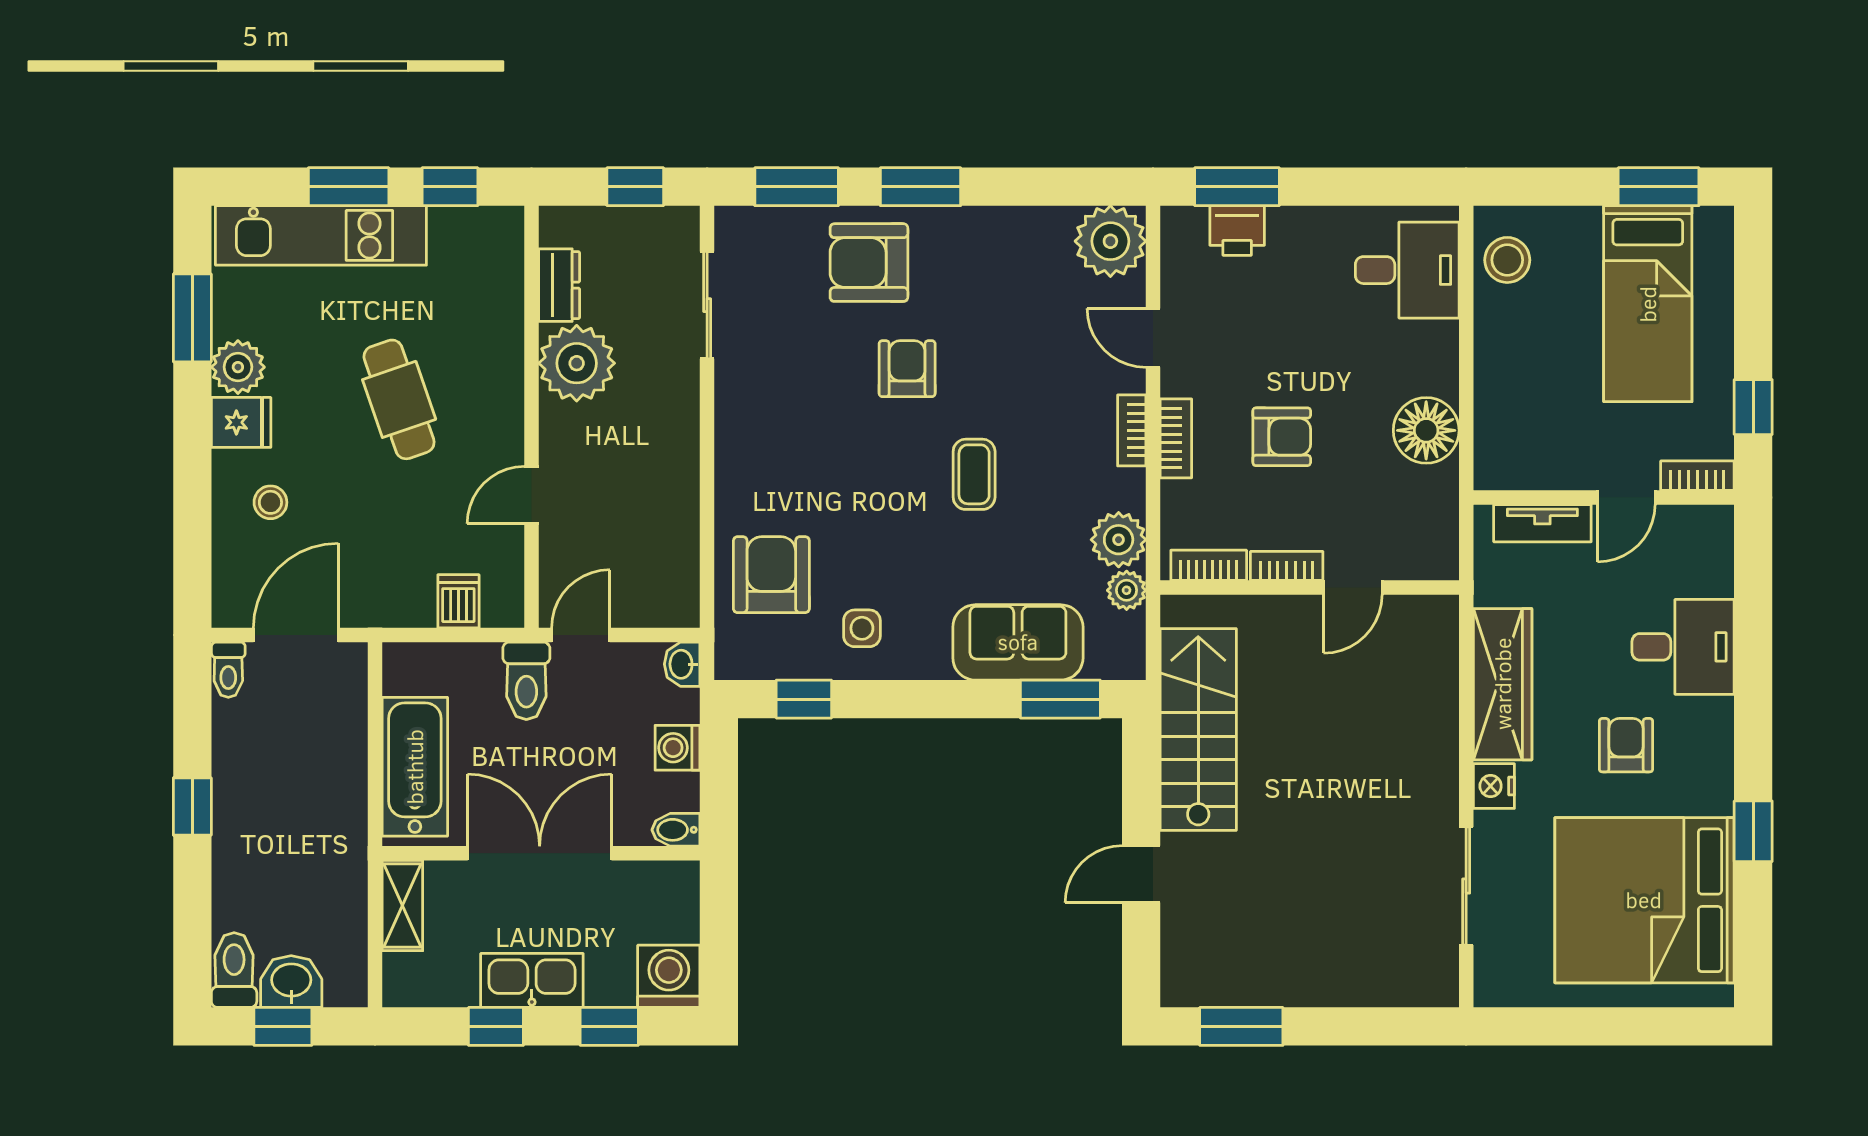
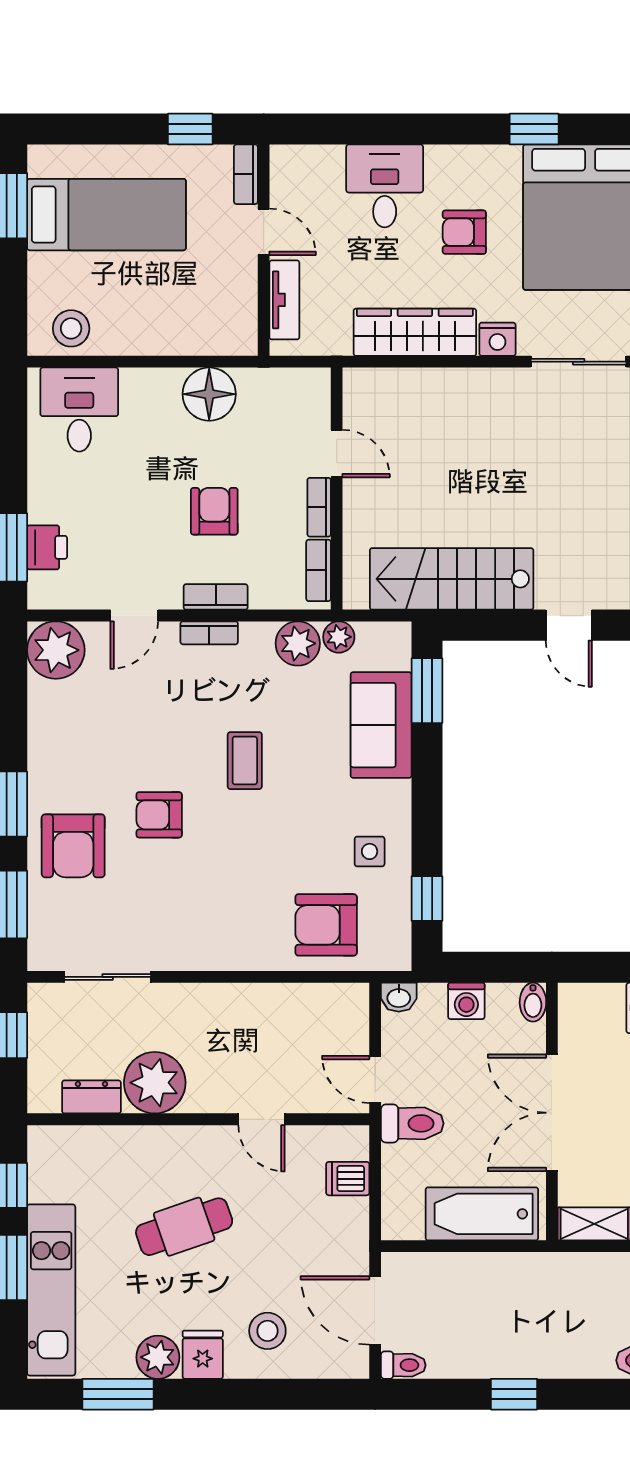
coffee table: (974, 474) -> (245, 761), turned 90
stool: (270, 502) -> (267, 1331), width x1.37, depth x1.37

